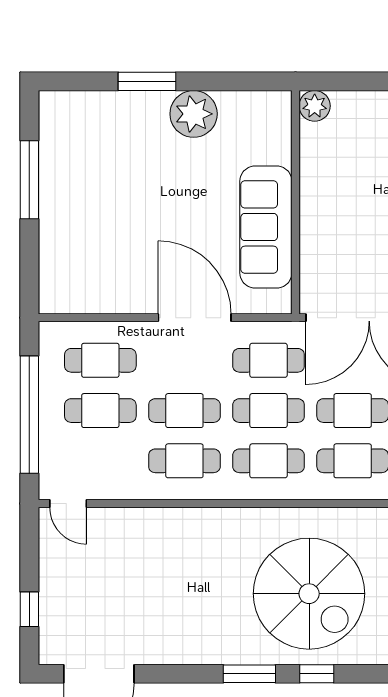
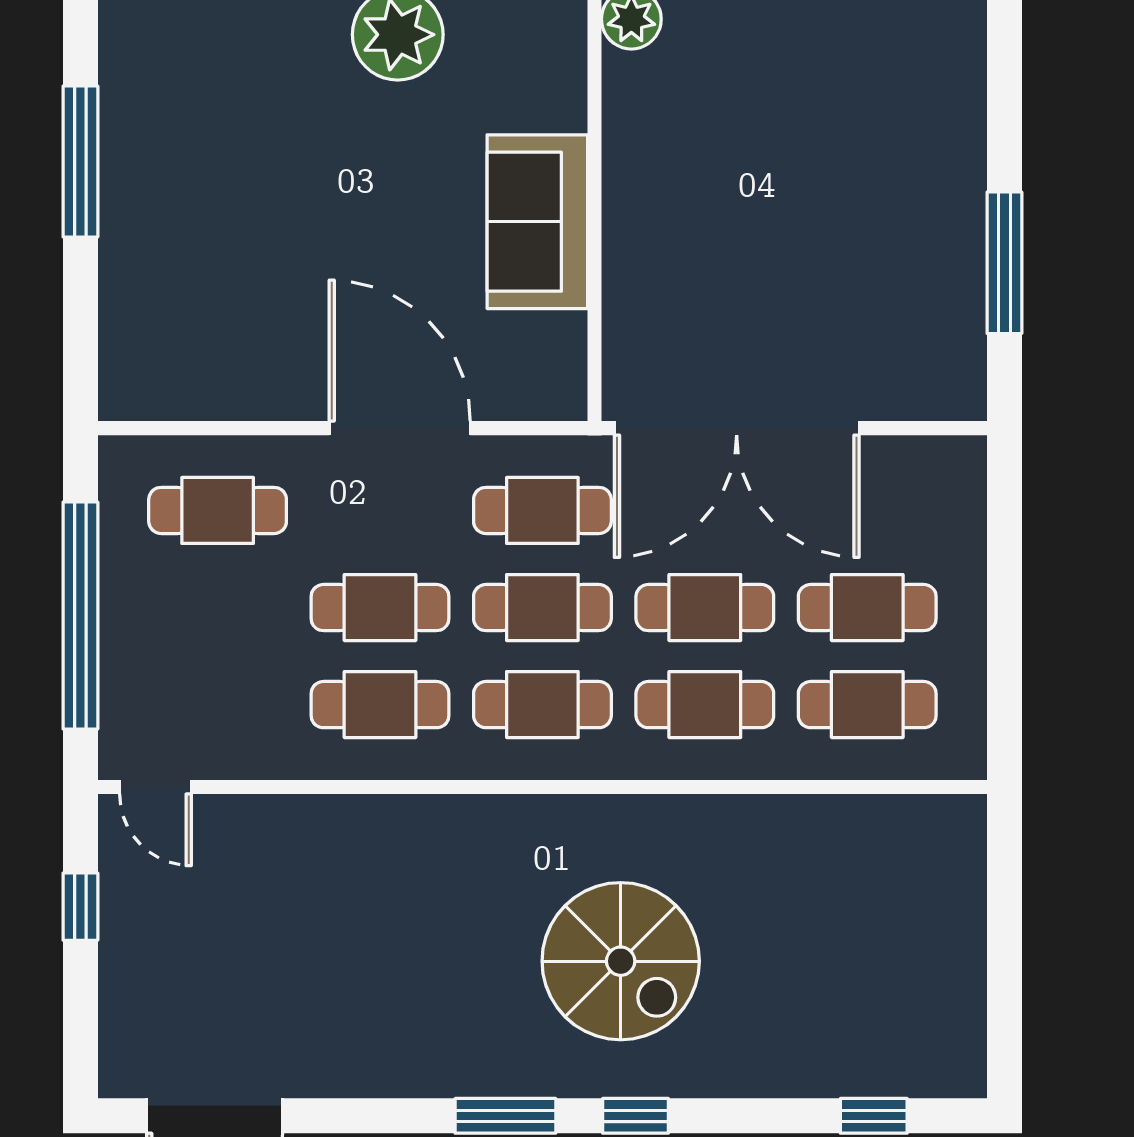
sofa: (266, 227) -> (537, 222), width x0.73
cafe table: (100, 411) -> (218, 608), removed
spiral stairs: (309, 594) -> (621, 961), width x0.73, depth x0.73
window: (29, 609) -> (80, 907), moved

